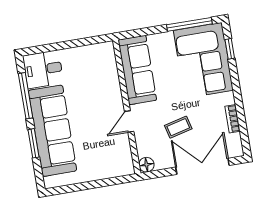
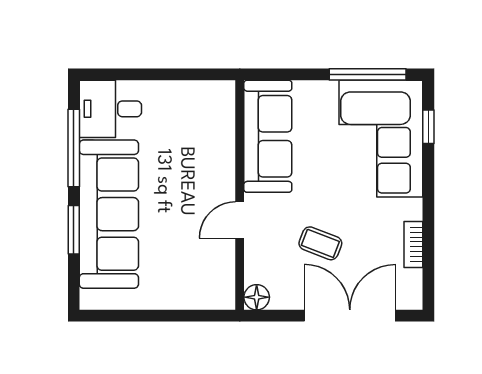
coffee table: (178, 127) -> (320, 243), turned 35

